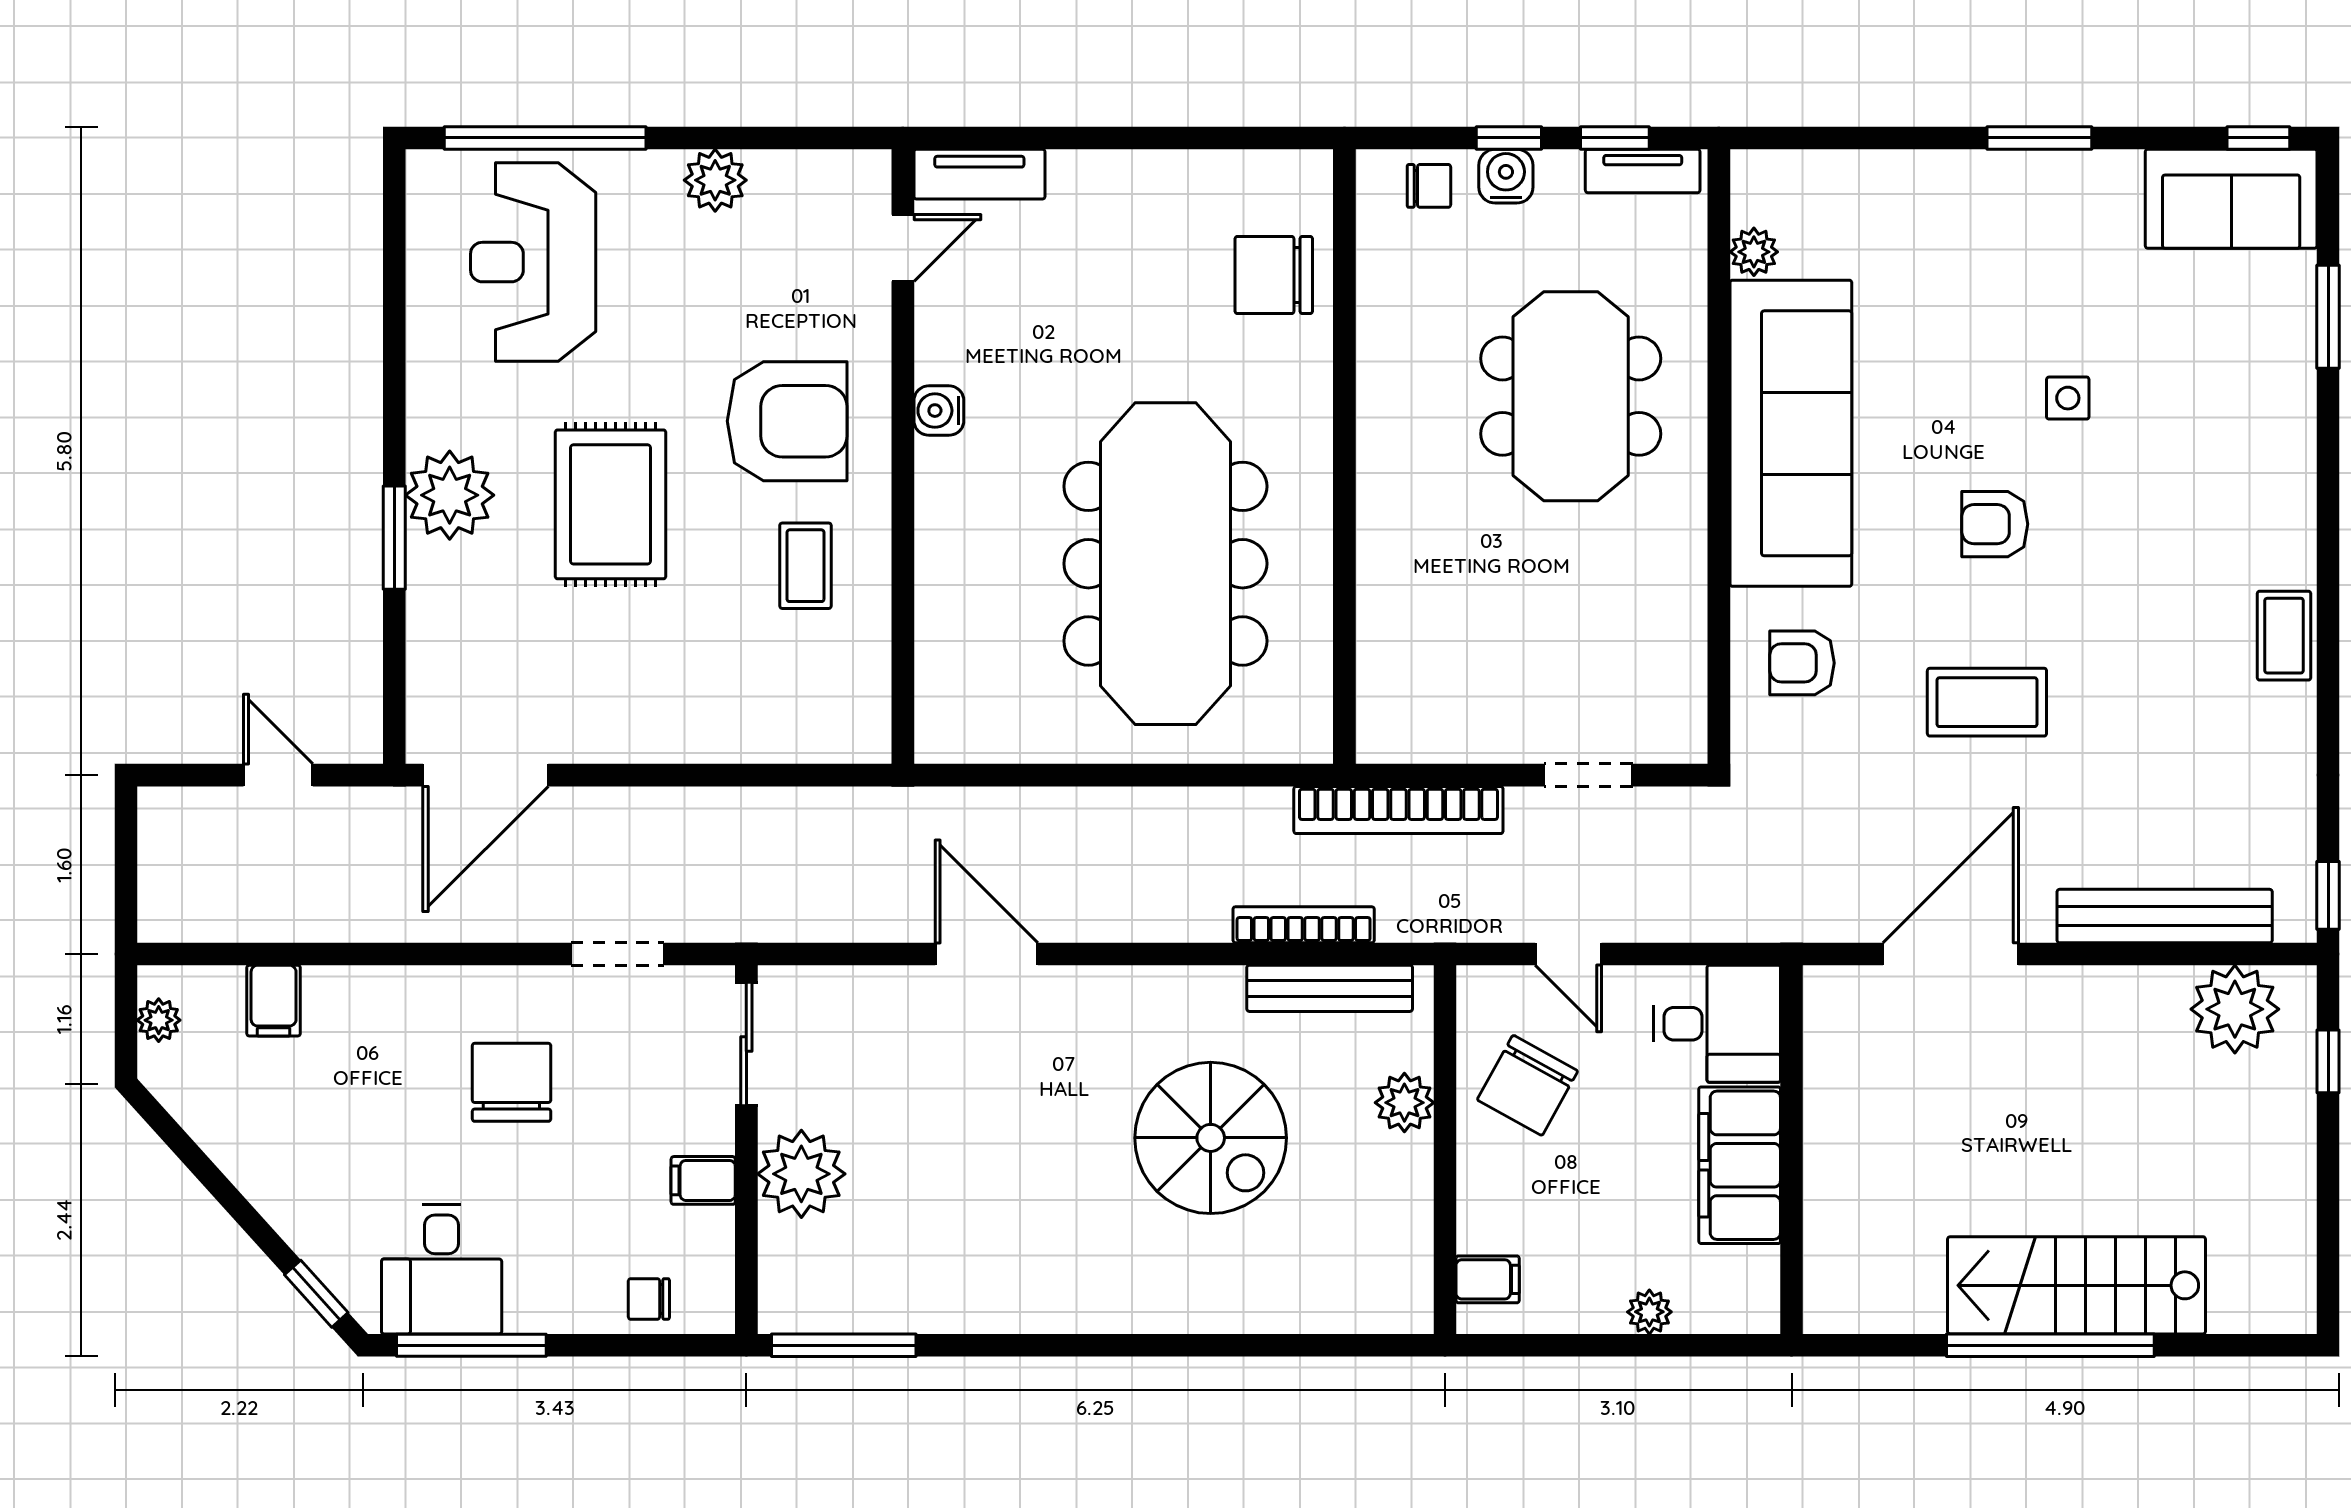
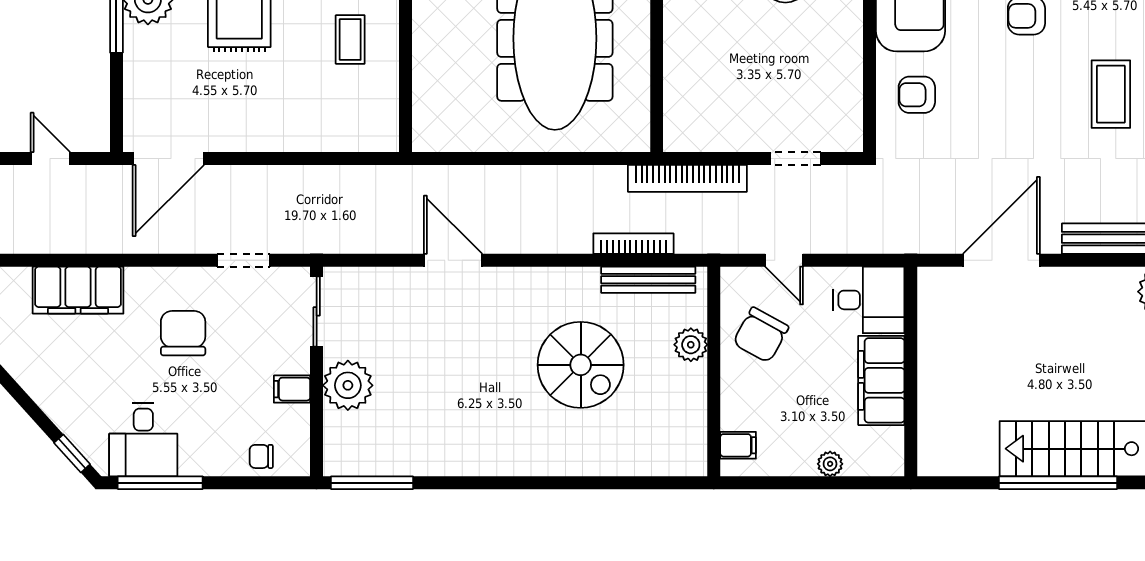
coffee table: (1987, 702) -> (1111, 94), moved, turned 90
filing cabinet: (274, 1001) -> (78, 290), width x3.00, depth x1.17

